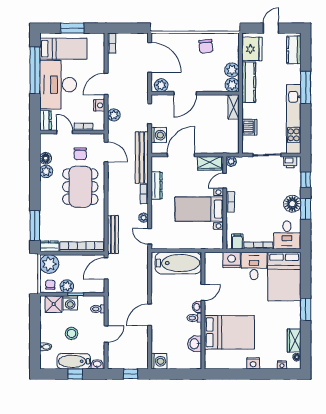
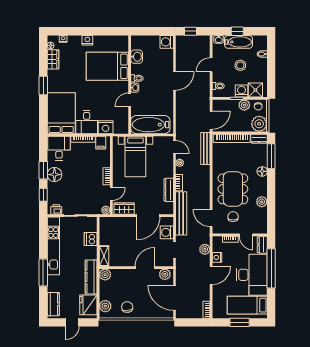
window: (35, 70) -> (271, 268), moved
plant: (232, 70) -> (105, 306), moved
floor lamp: (46, 158) -> (262, 171), moved
bed with nightstands: (199, 209) -> (135, 157), moved, turned 90

